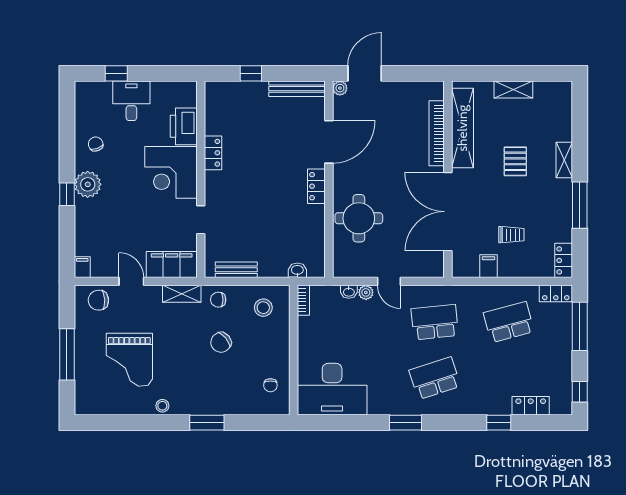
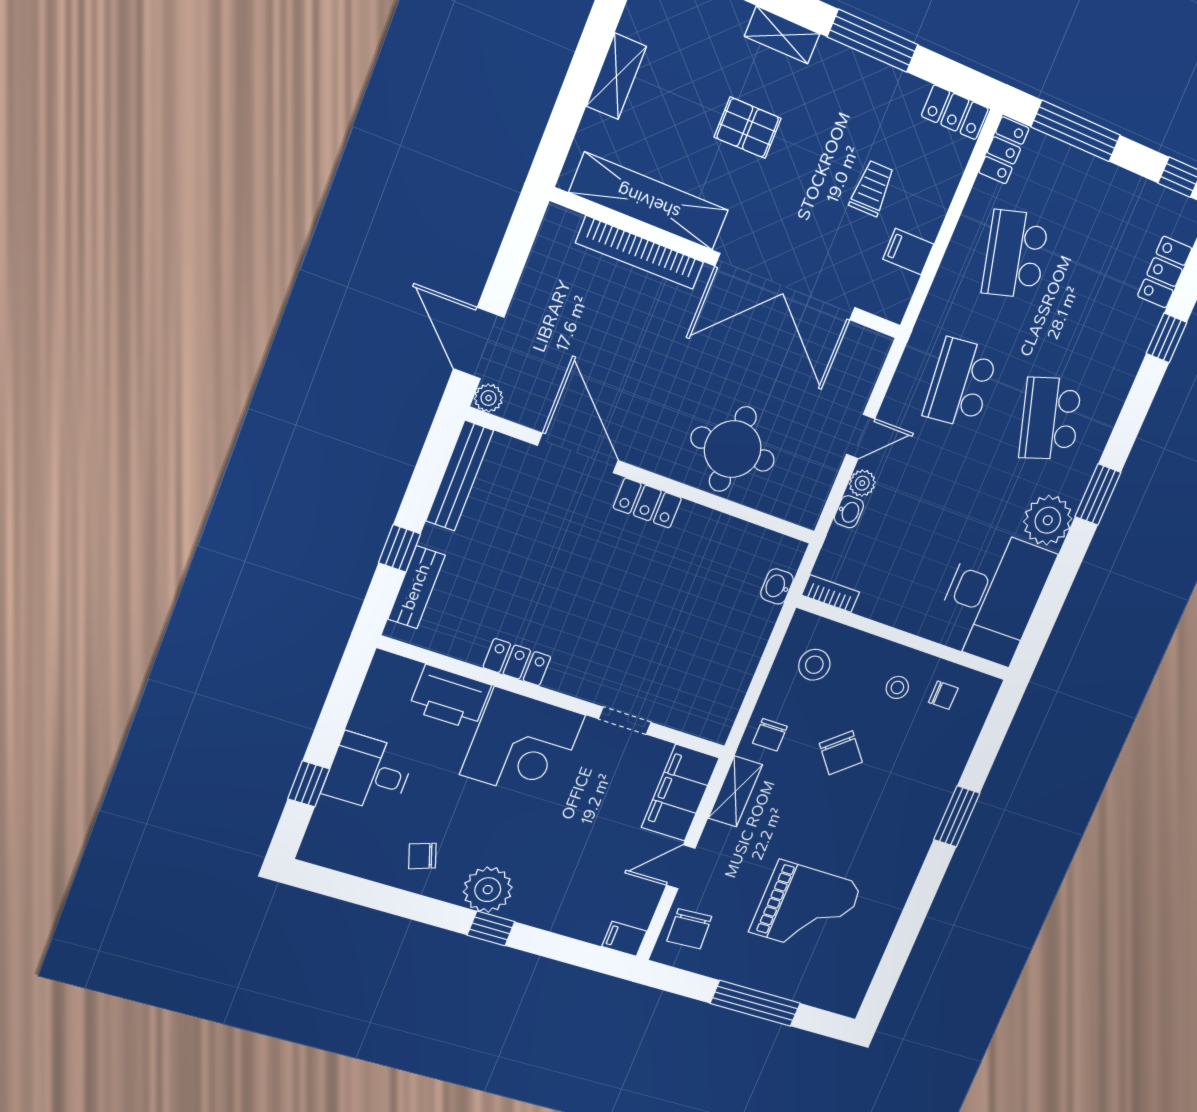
bench: (236, 270) -> (416, 587), moved
plant: (382, 401) -> (1048, 520), added
stool: (162, 406) -> (897, 687), moved

